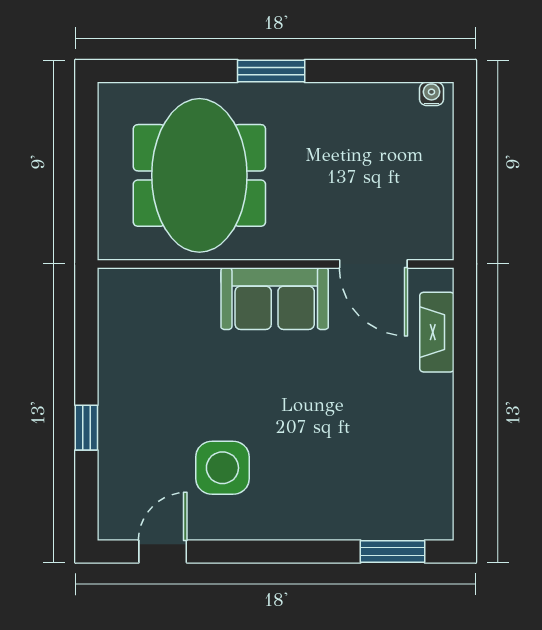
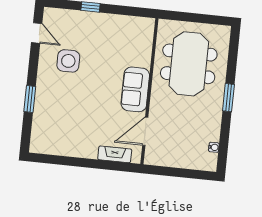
water cooler: (432, 94) -> (214, 147), moved
meeting table: (199, 175) -> (189, 64), turned 90
window: (393, 551) -> (30, 99), moved

